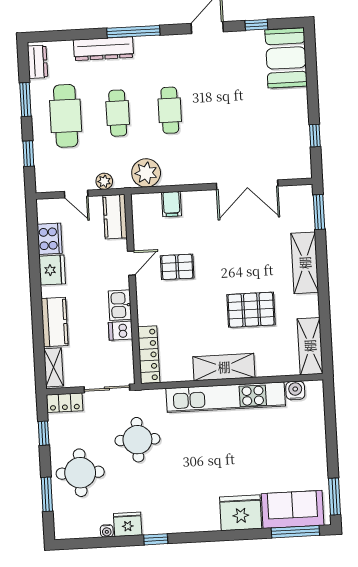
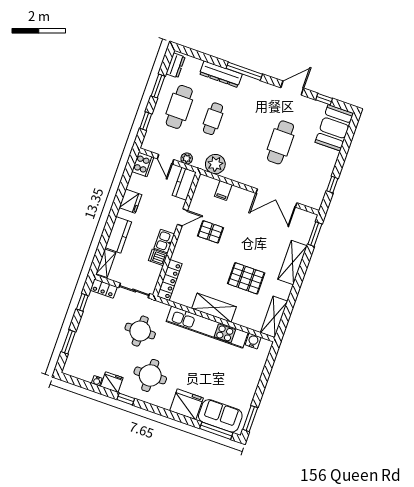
cafe table: (170, 110) -> (281, 142), moved, width x1.37, depth x1.35
cooker: (50, 239) -> (143, 164), moved
round table: (80, 473) -> (150, 375), moved

